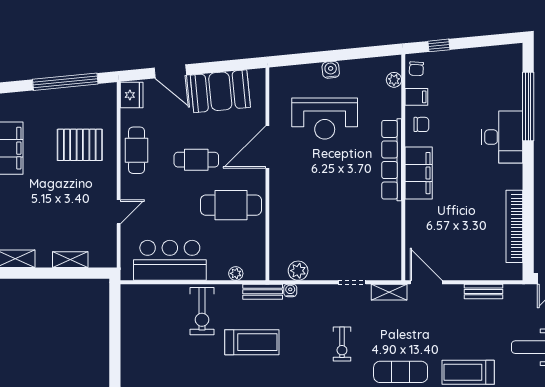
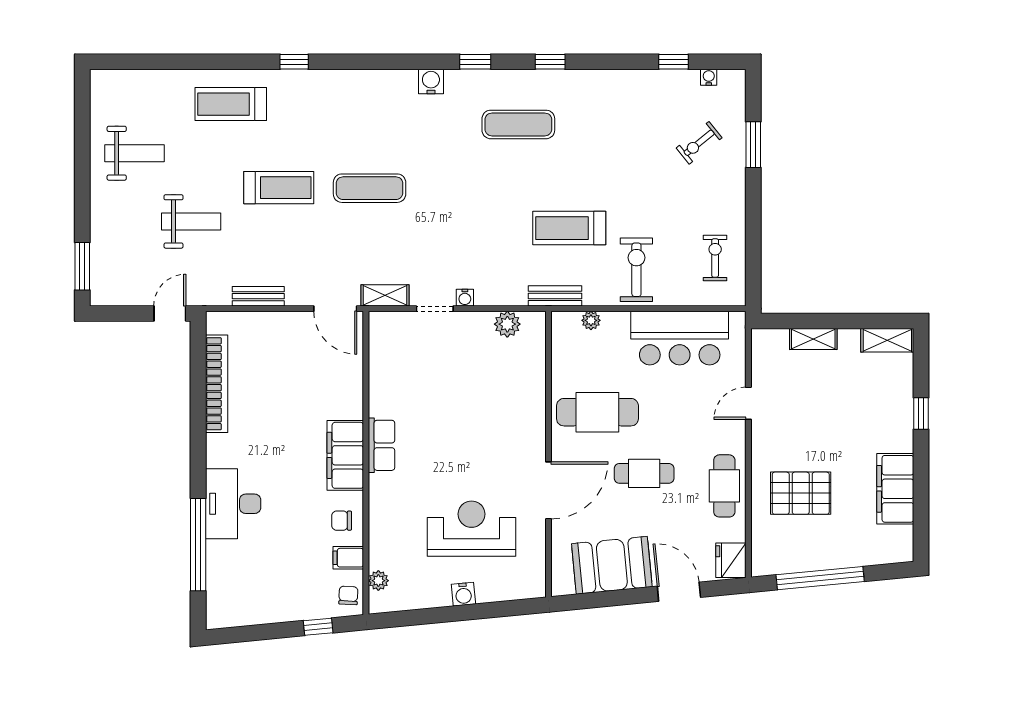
row of seats: (392, 160) -> (381, 445), width x0.50
water cooler: (290, 290) -> (465, 298), moved
exercise bike: (342, 344) -> (715, 258), moved

